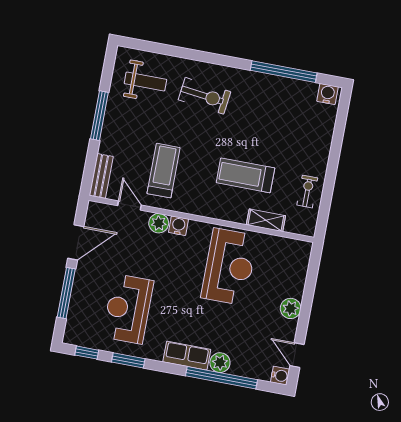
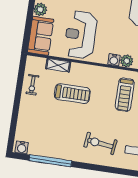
sofa: (292, 267) -> (41, 36), added

